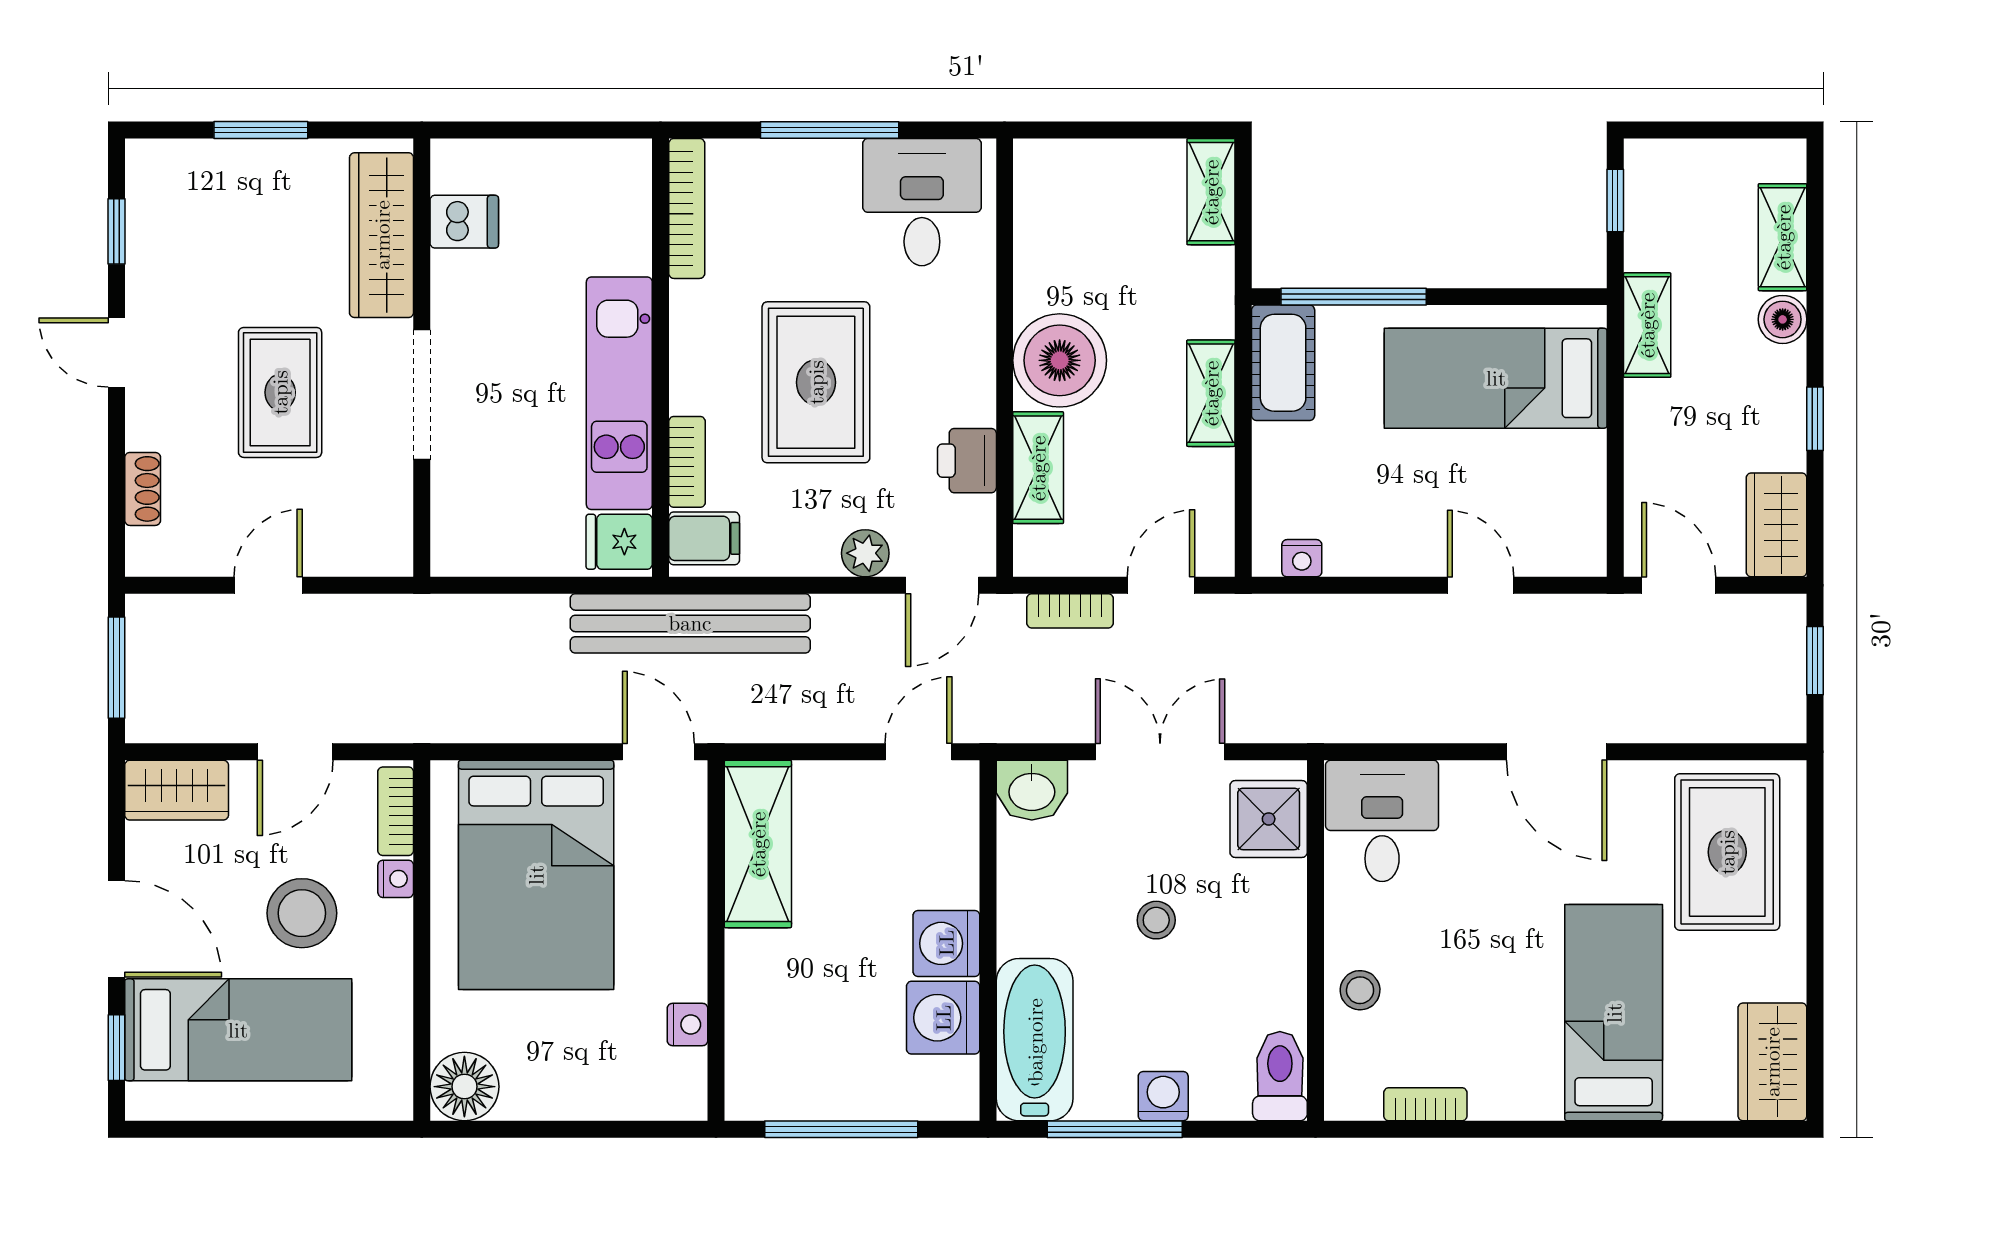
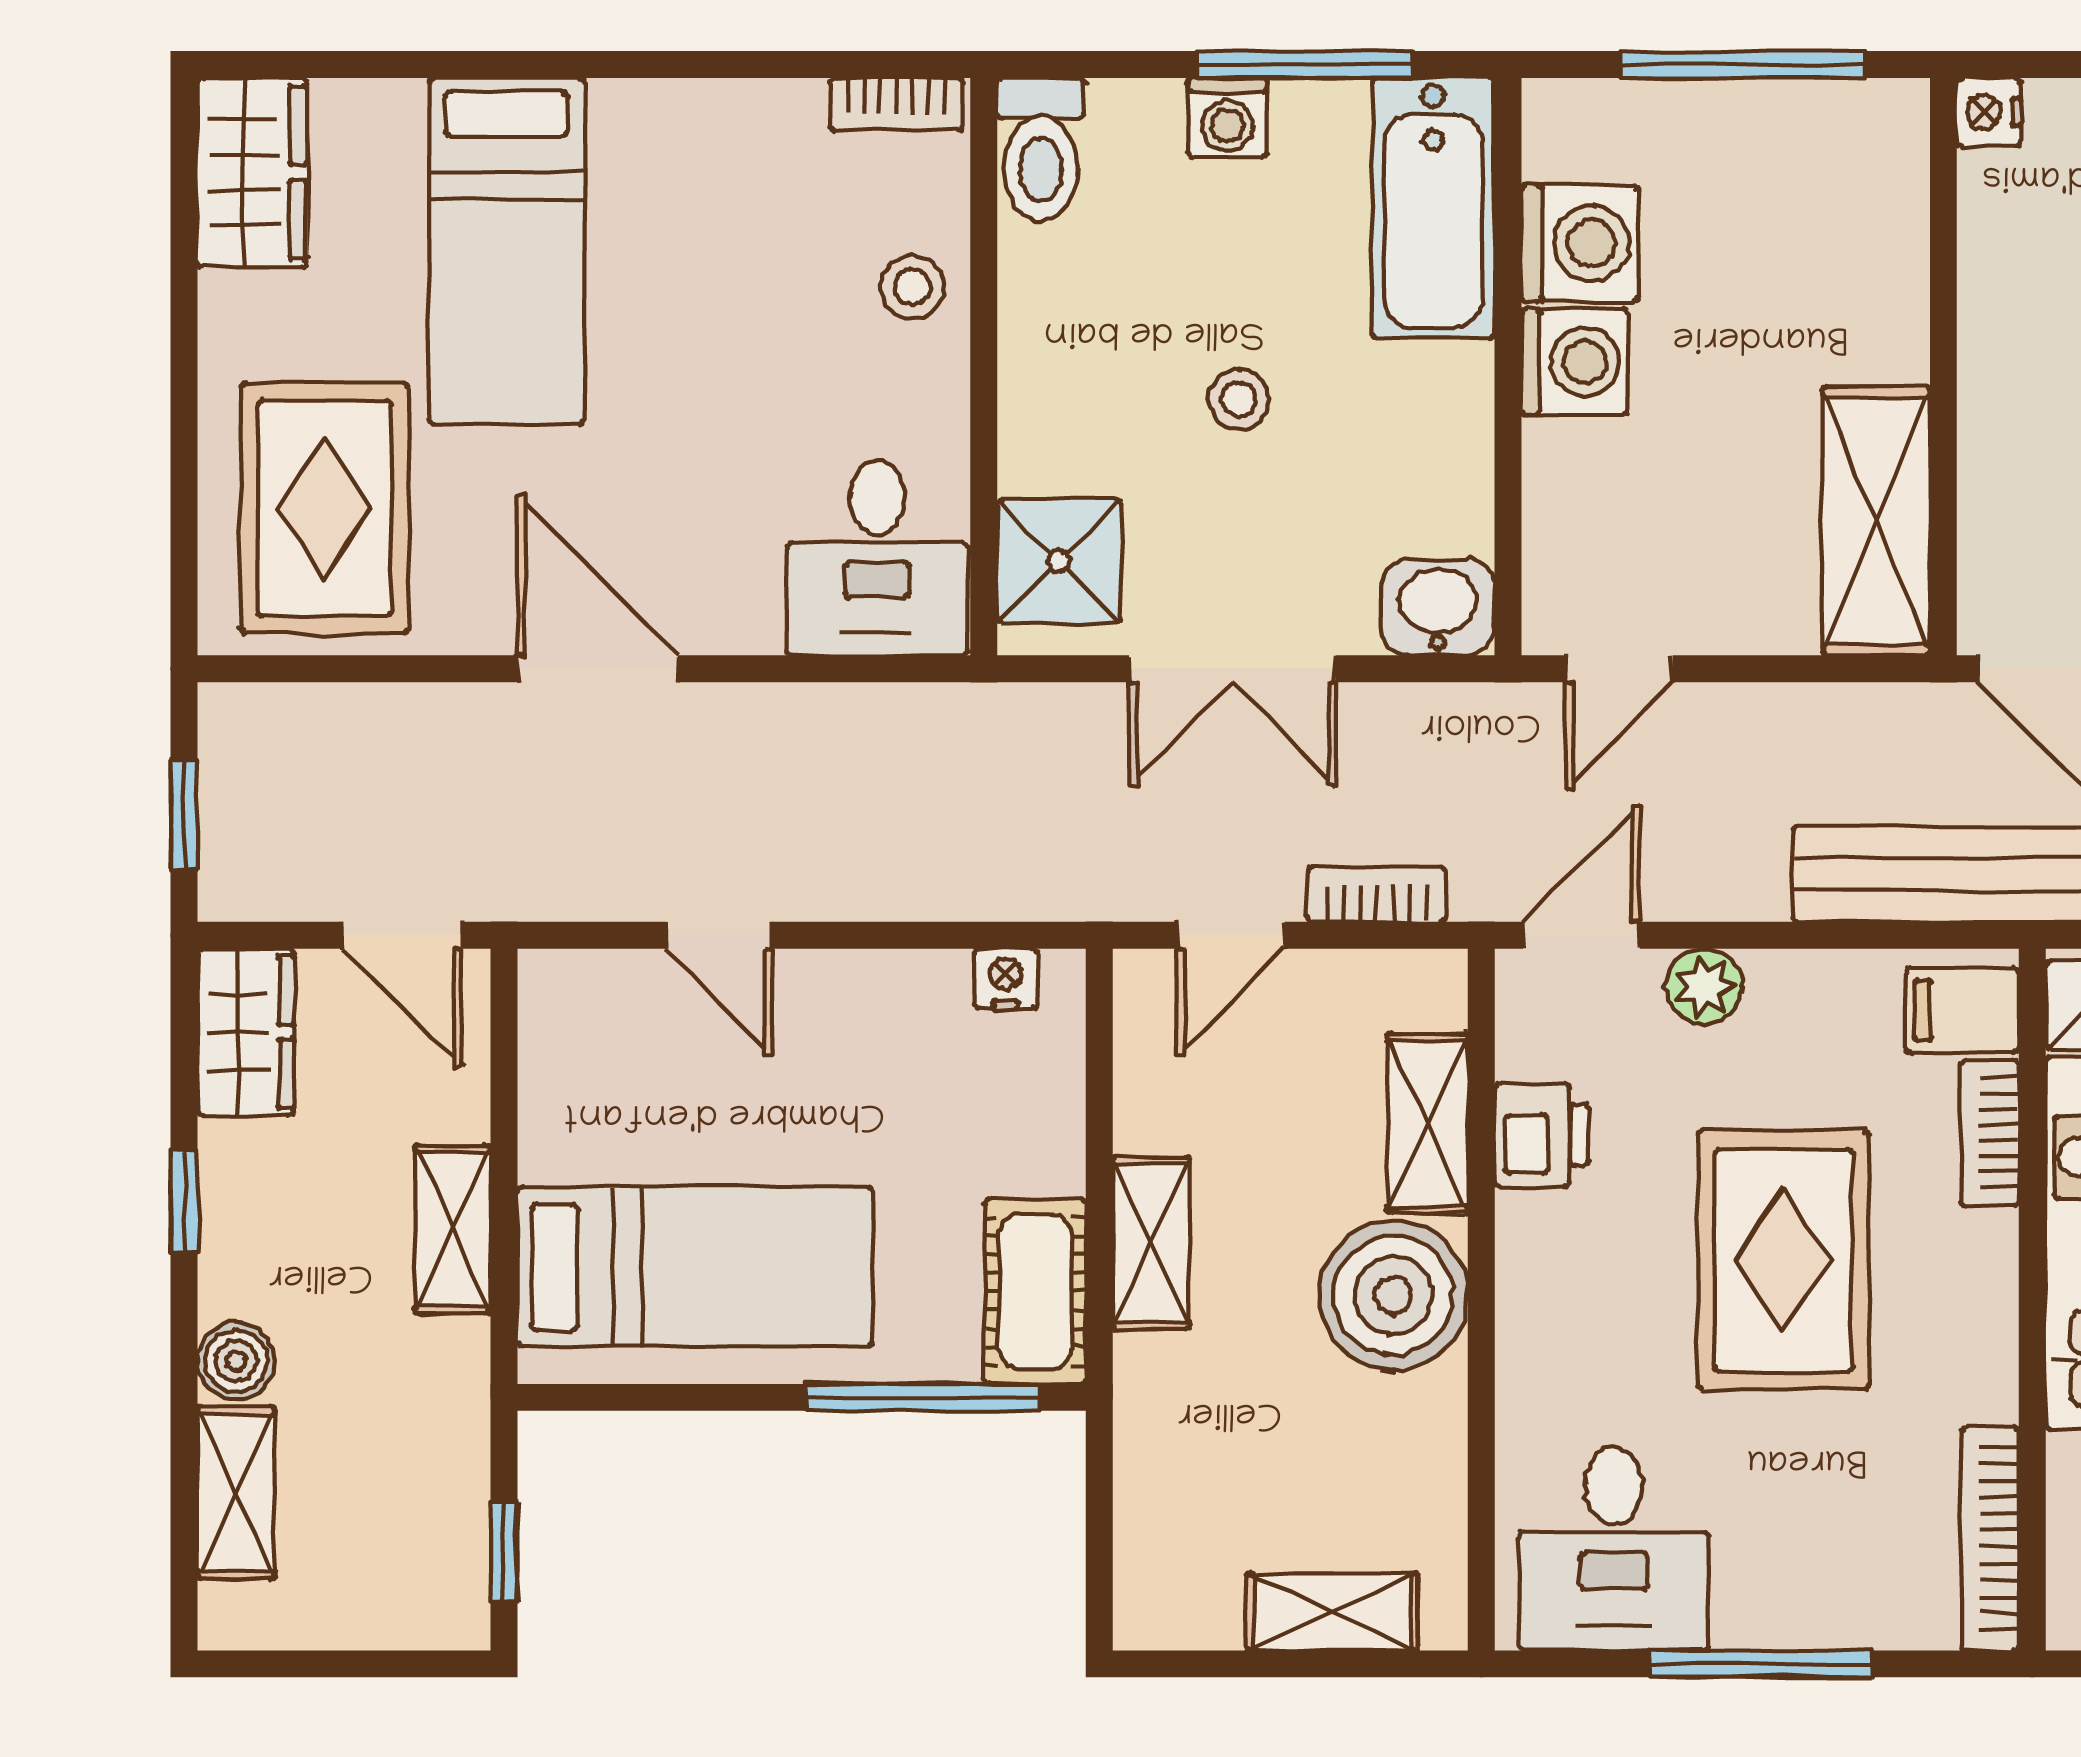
shelving: (1211, 192) -> (1332, 1612), moved, turned 90
shelving: (1647, 325) -> (453, 1229), moved
nightstand: (688, 1024) -> (1989, 112), moved
bookcase: (1425, 1104) -> (896, 105), moved

